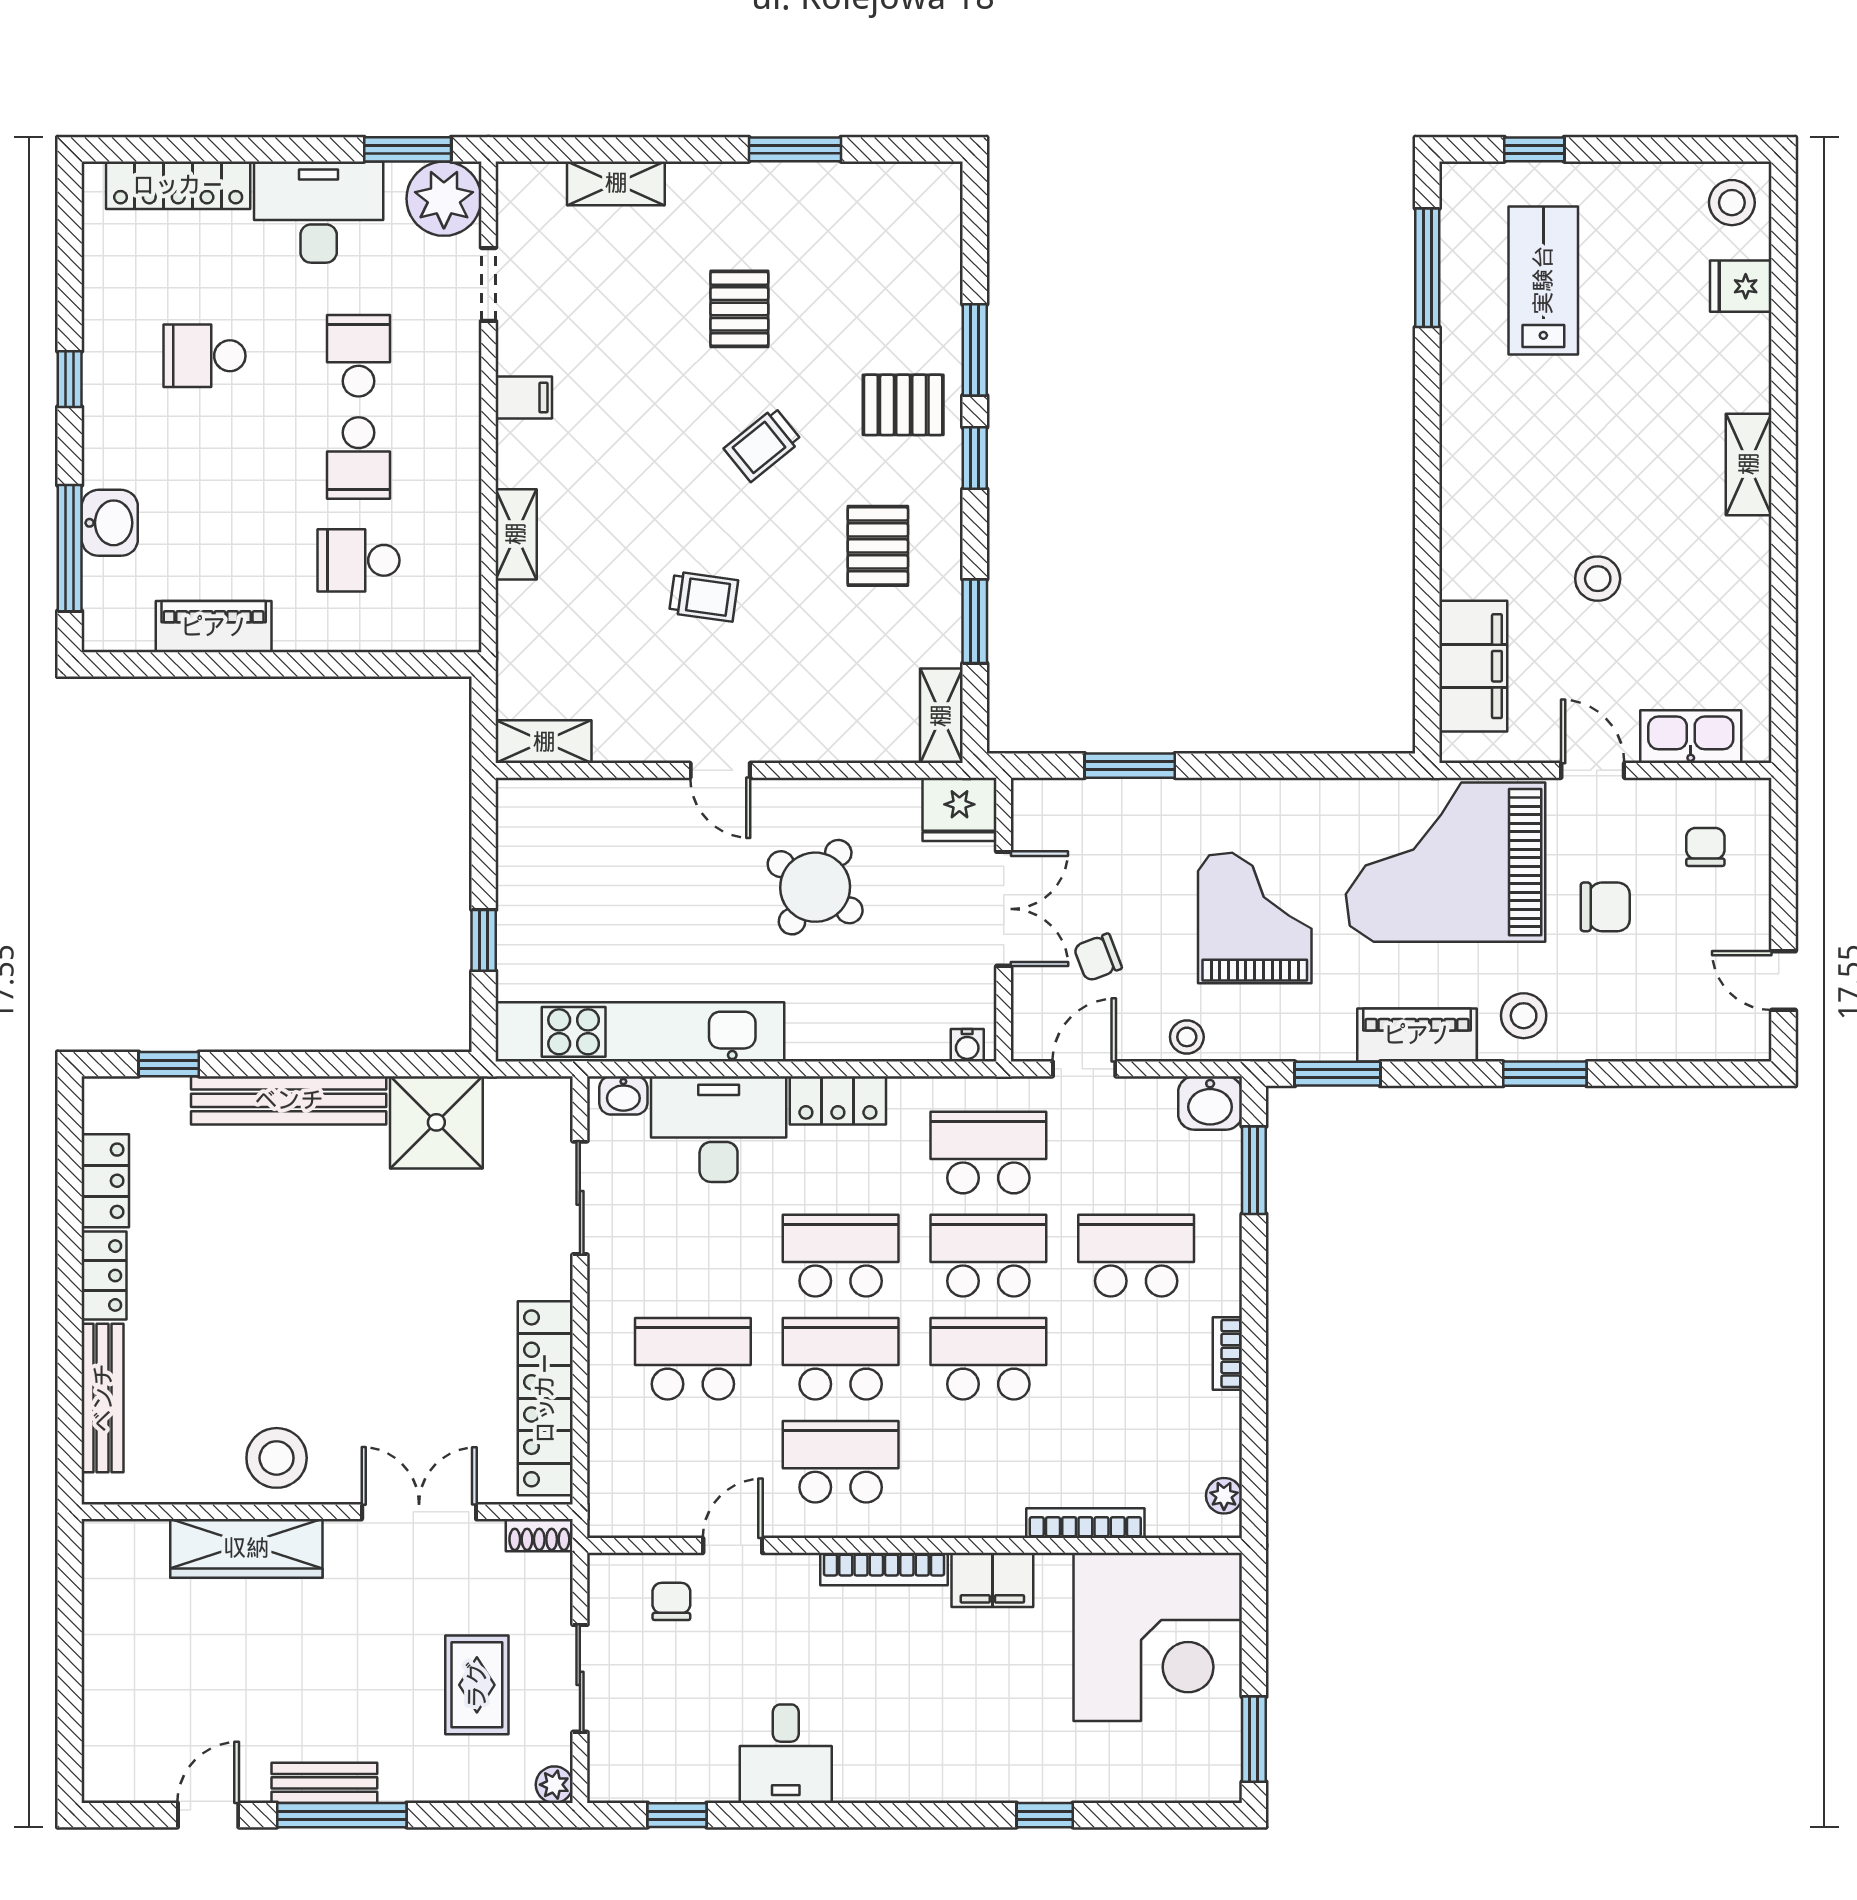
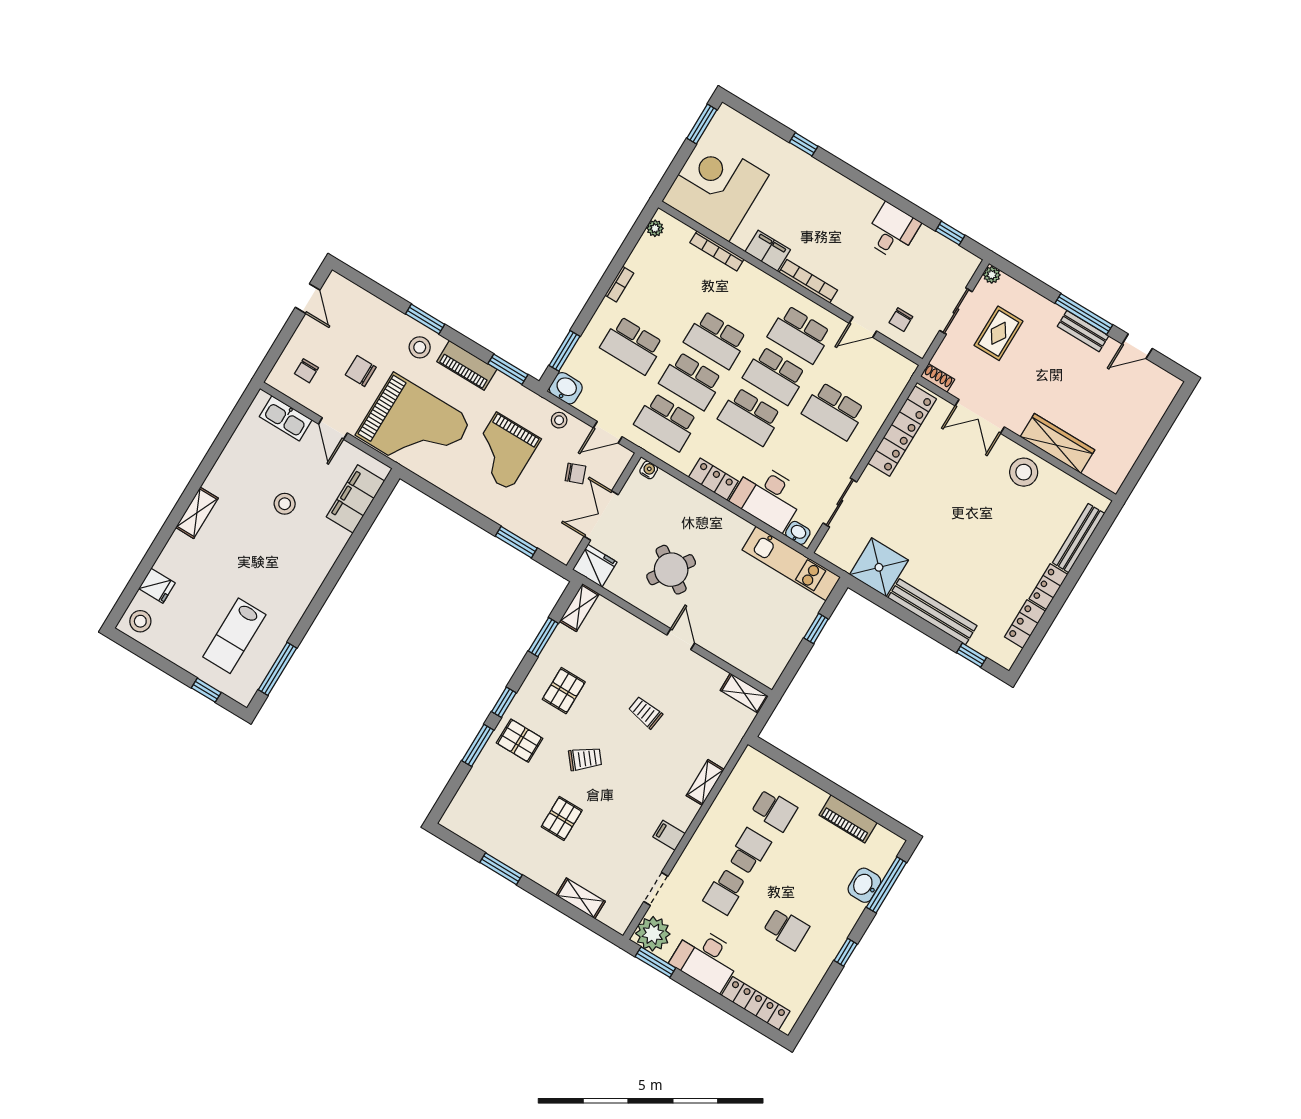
kitchen unit: (640, 1032) -> (791, 564), width x0.73

